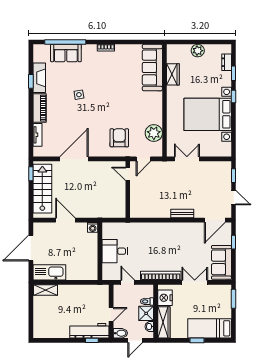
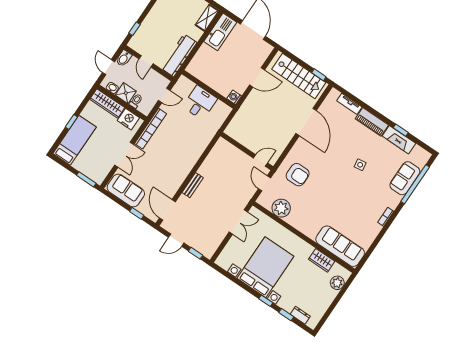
plant: (198, 51) -> (337, 283), moved
workbench: (89, 331) -> (179, 55), moved, turned 180

